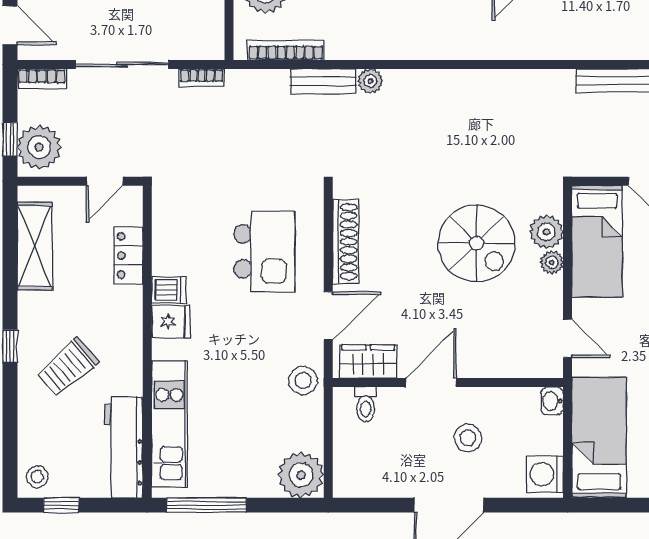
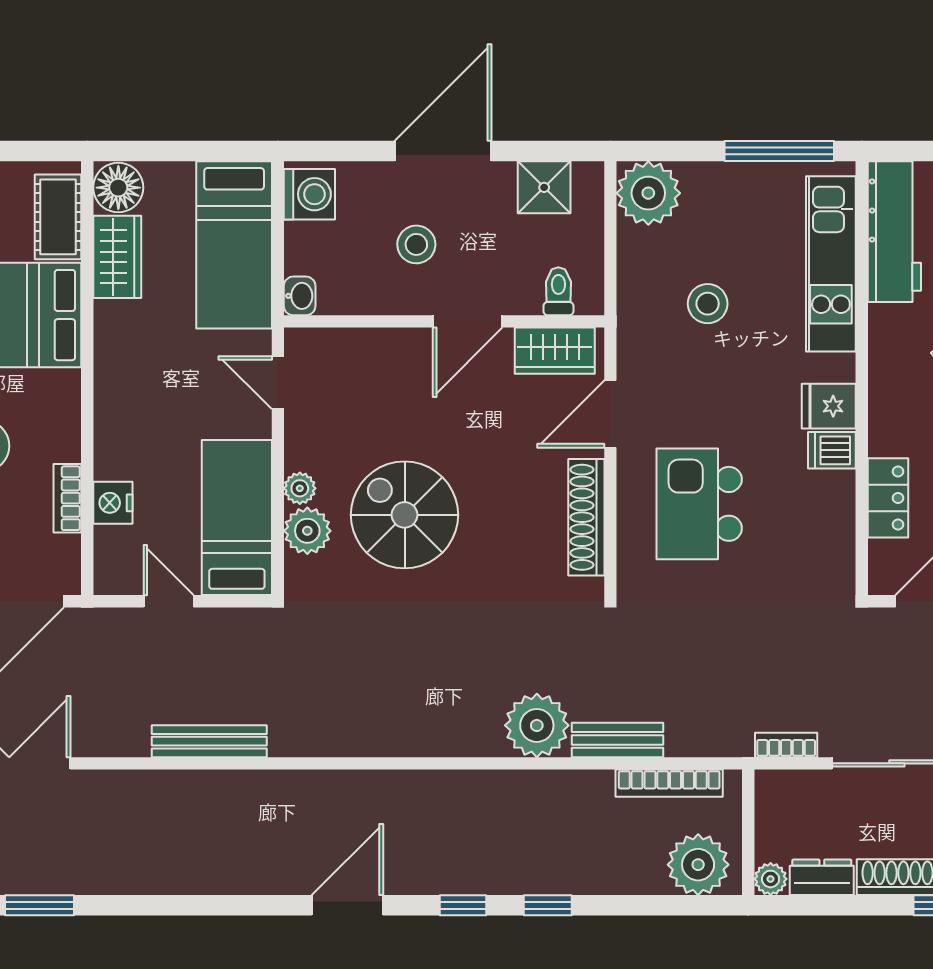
plant: (370, 81) -> (537, 725), width x1.88, depth x1.88
stool: (303, 380) -> (708, 304), moved
shower: (376, 479) -> (544, 187), added

